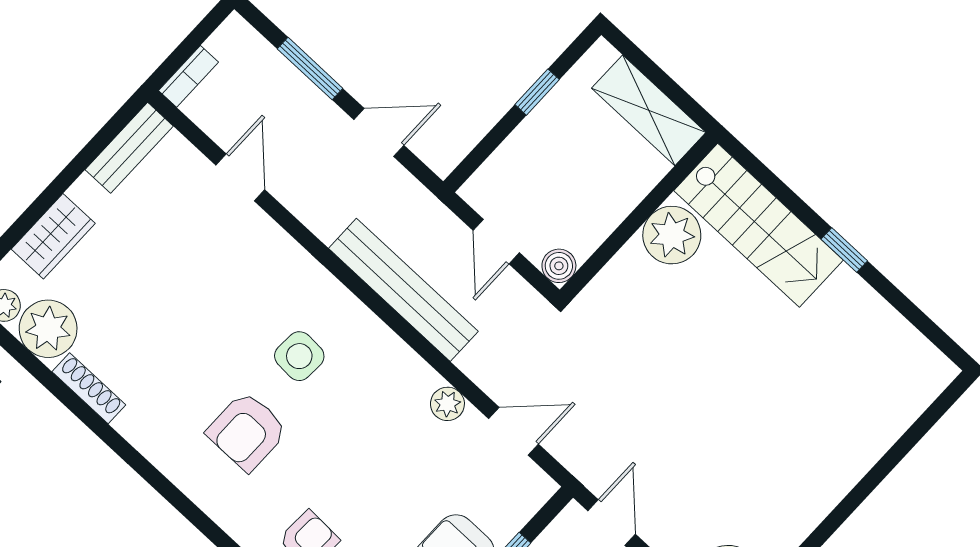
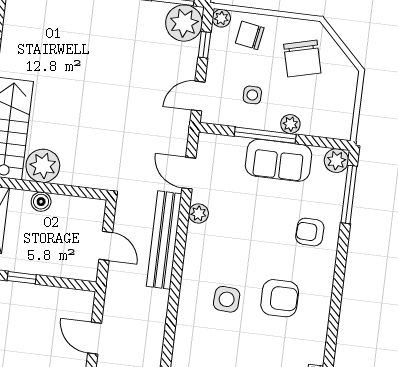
door: (496, 242) -> (106, 246), hinge flipped
boiler: (559, 266) -> (41, 202), moved
bench: (403, 290) -> (164, 240), moved

